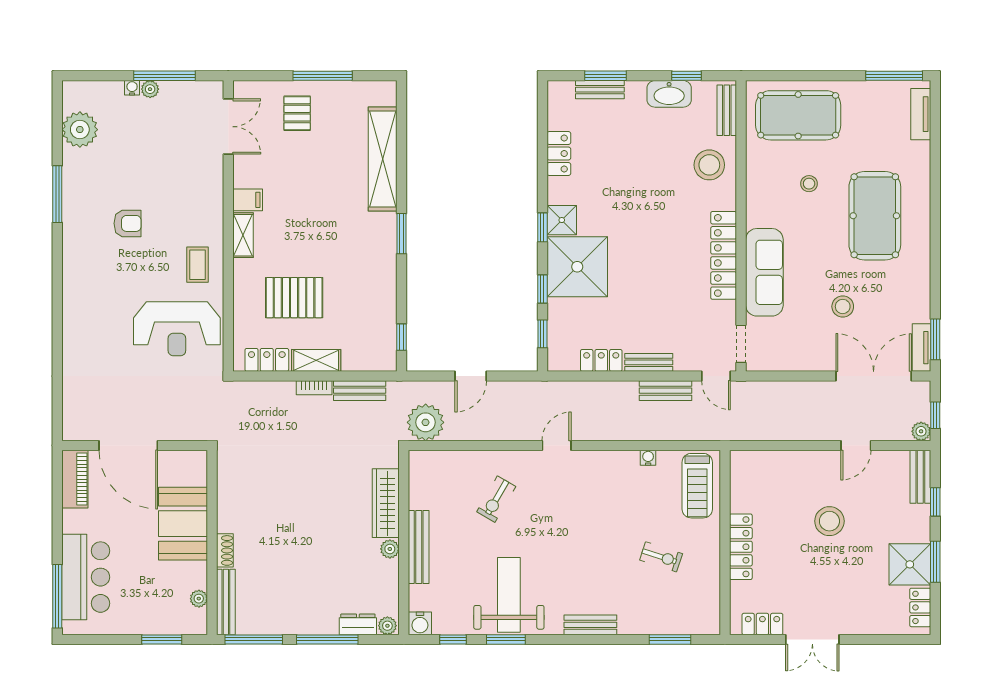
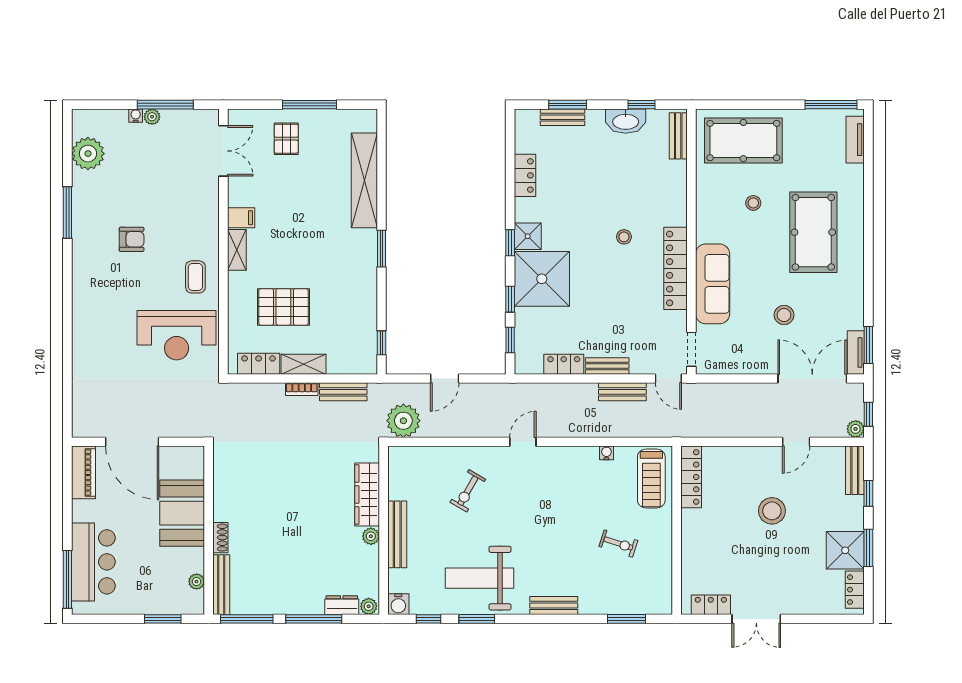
stool: (709, 165) -> (624, 237), moved, width x0.53, depth x0.53
locker: (741, 547) -> (691, 477), moved
weight bench: (509, 595) -> (479, 578), turned -90

